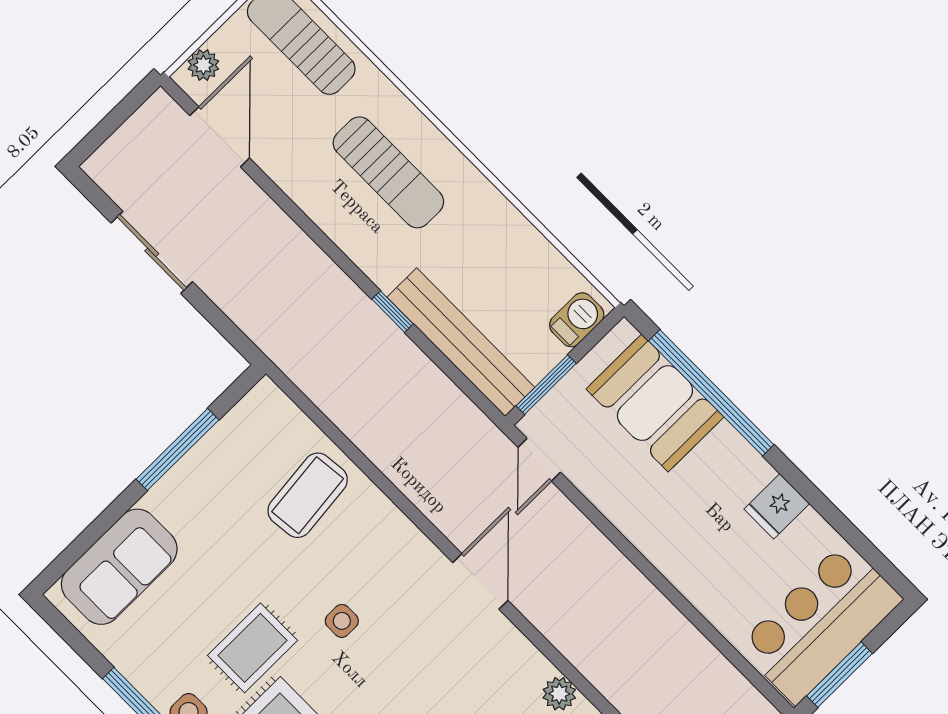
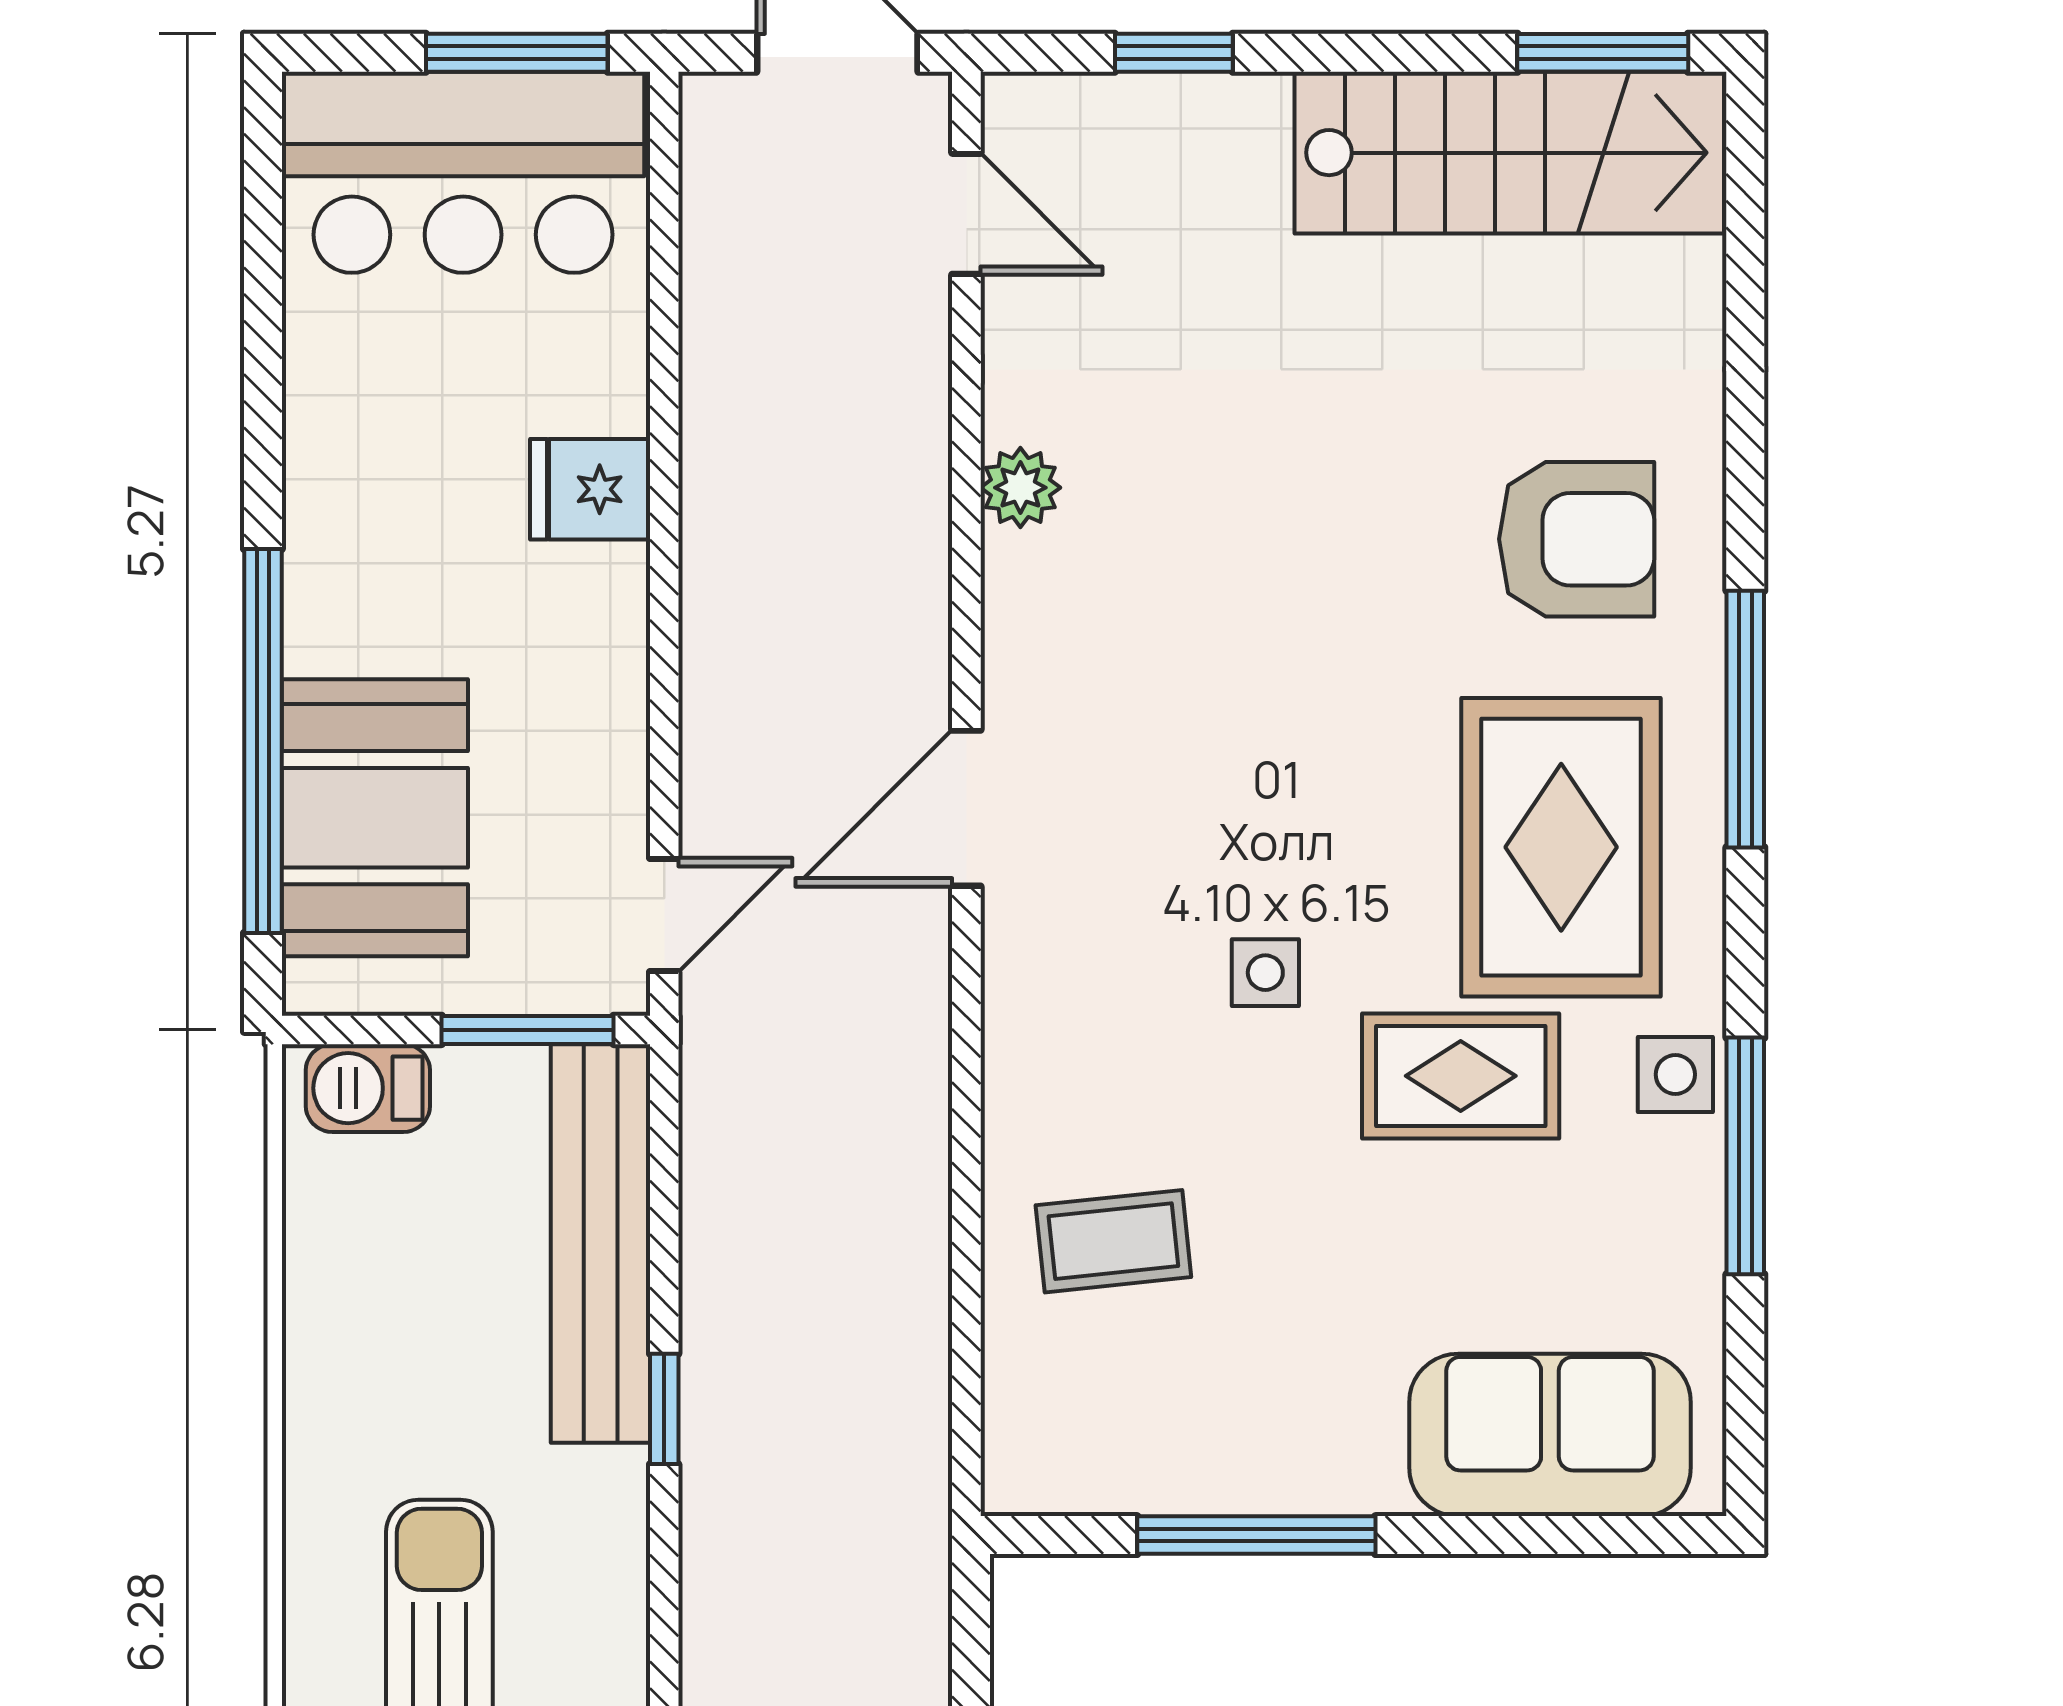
coffee table: (308, 495) -> (1113, 1241), width x0.73, depth x0.77
fridge: (777, 506) -> (590, 489), moved, turned 180

